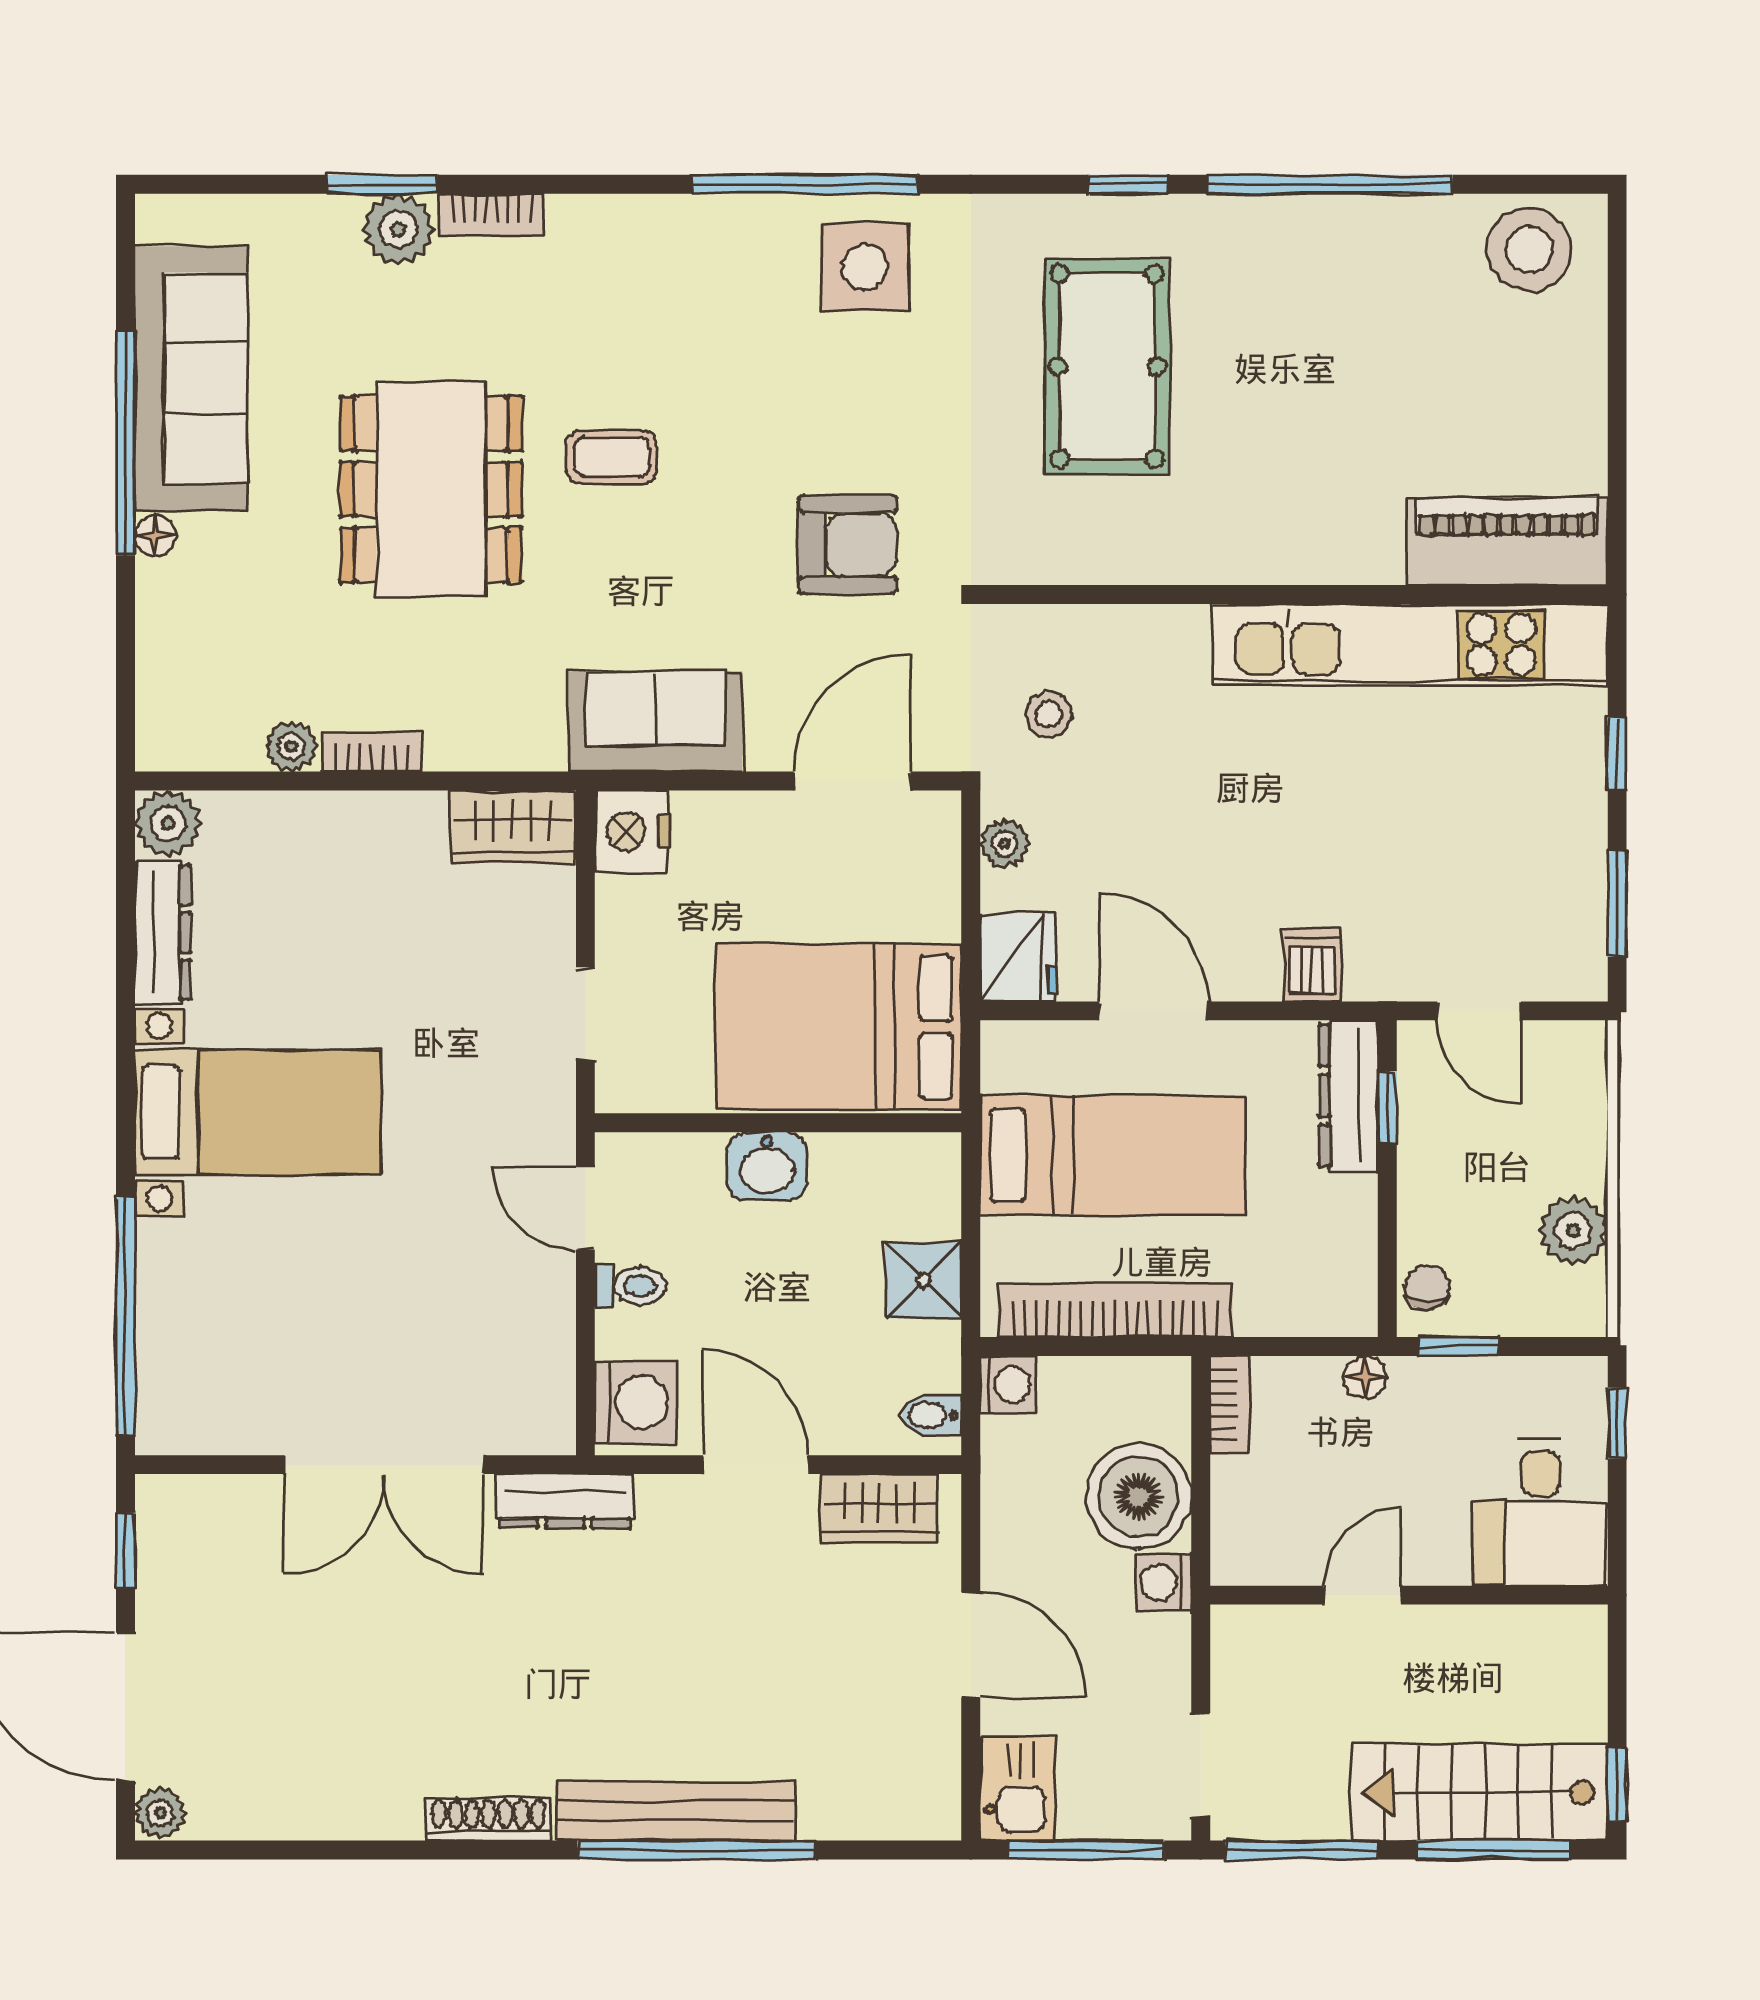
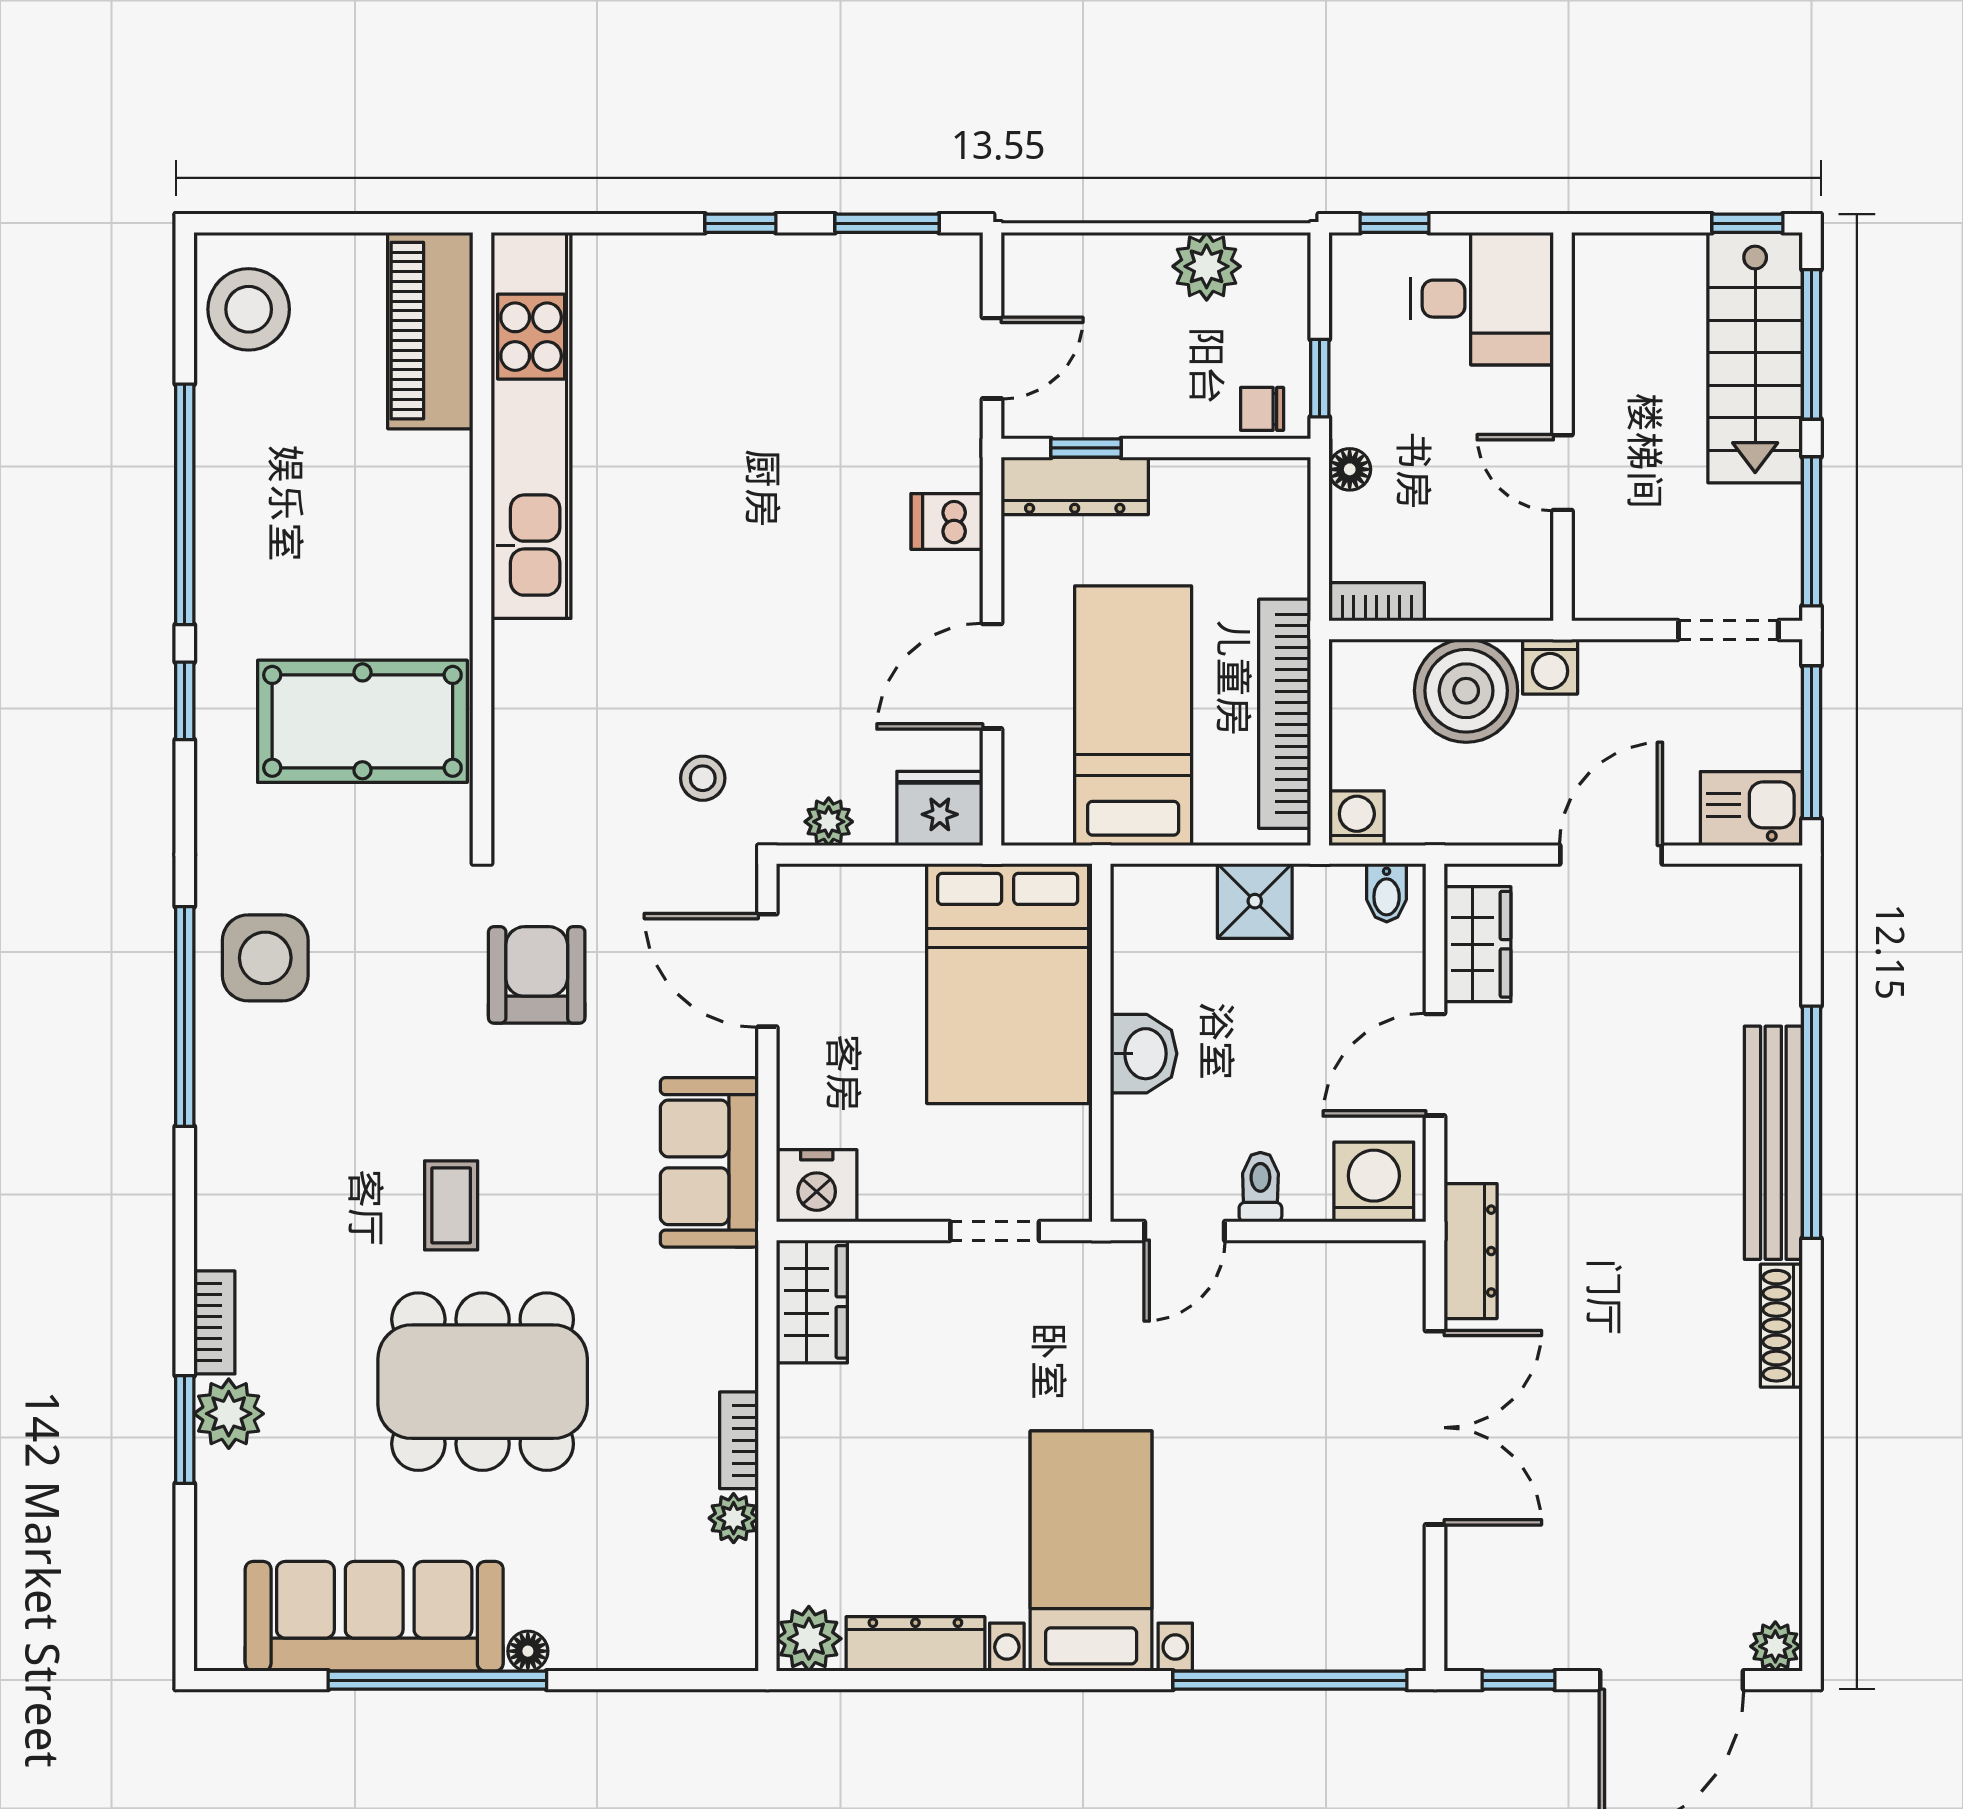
piano: (1507, 541) -> (430, 331), moved
wall: (1294, 594) -> (482, 539), moved
kitchen unit: (1410, 645) -> (531, 425), moved

